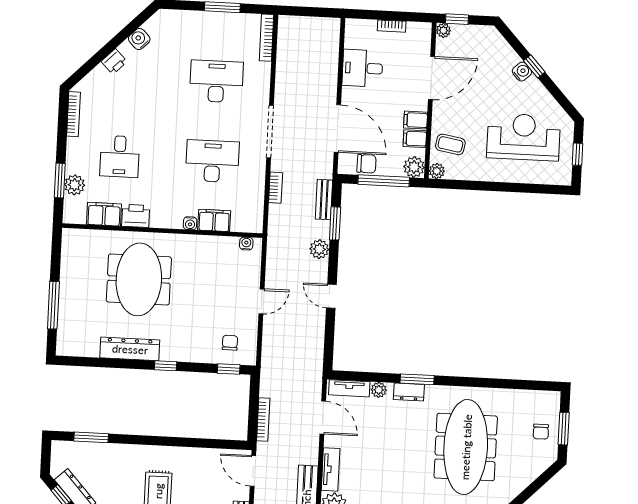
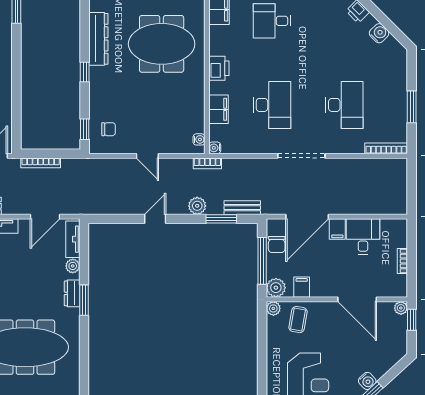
filing cabinet: (416, 120) -> (337, 229), moved, turned 180
bookcase: (276, 188) -> (207, 163), moved
printer: (136, 216) -> (219, 68), moved
water cooler: (190, 223) -> (215, 148), moved

